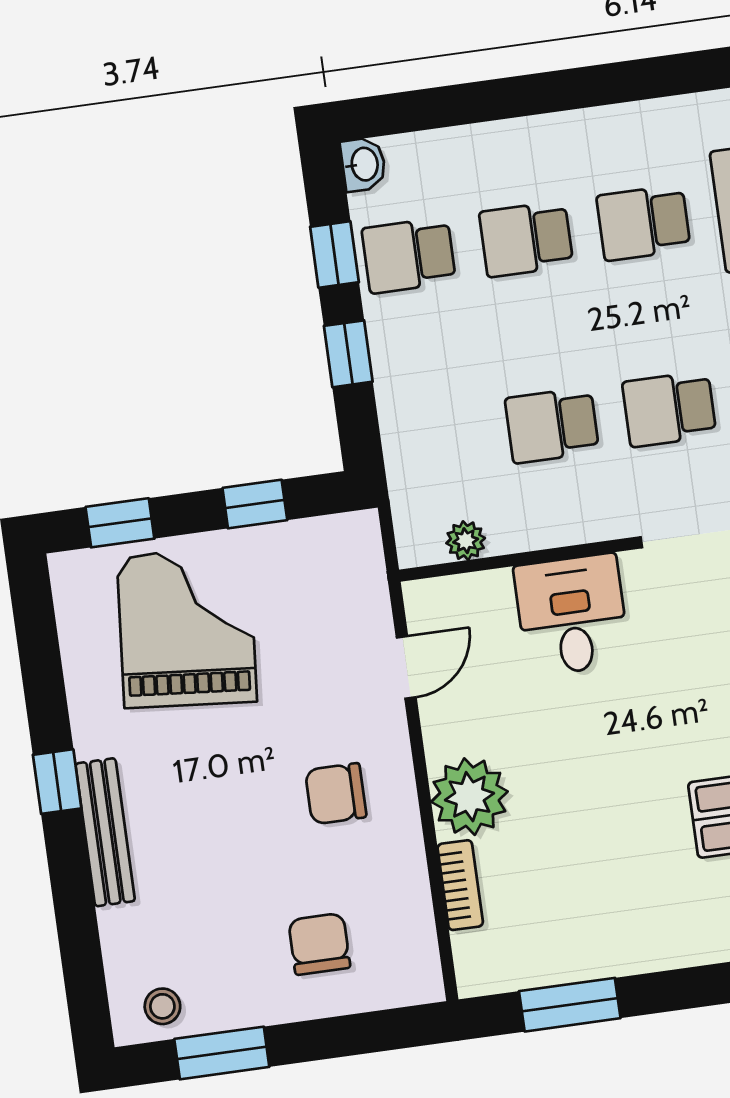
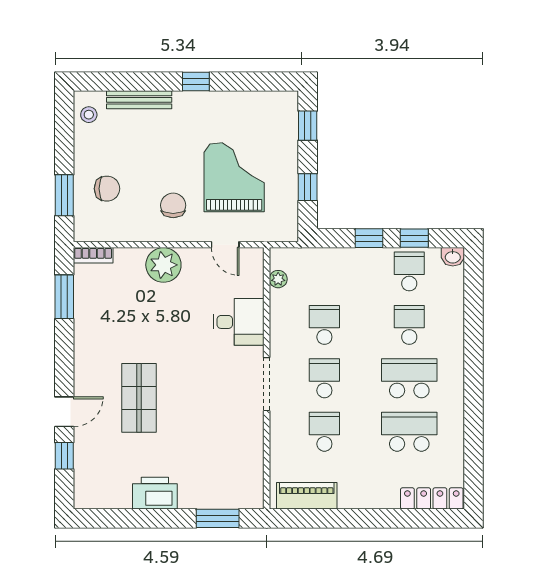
school desk: (643, 223) -> (409, 378), width x1.85
grand piano: (187, 628) -> (234, 177), moved, turned -95
bench: (105, 832) -> (139, 100), moved
bookcase: (460, 885) -> (93, 255), moved
window: (222, 1053) -> (64, 195), moved

